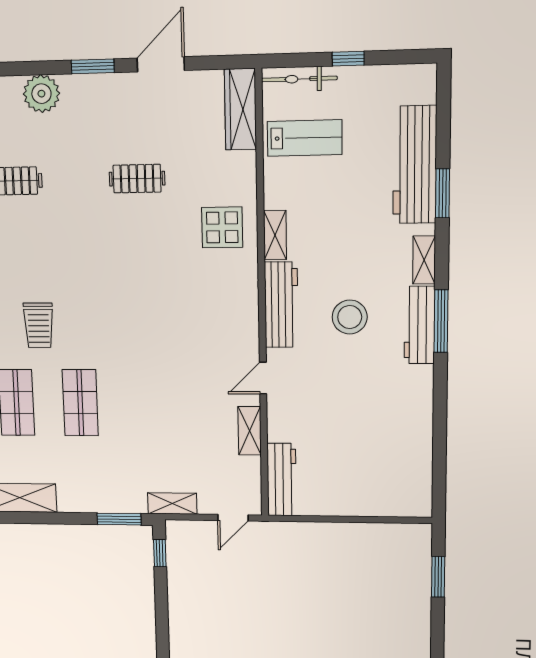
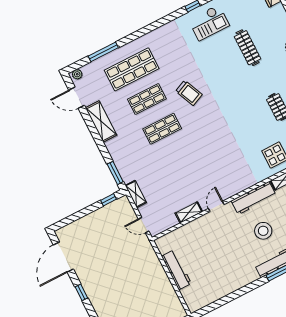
trolley: (39, 325) -> (189, 93), turned -114
door: (263, 378) -> (216, 206), hinge flipped
workbench: (282, 480) -> (176, 270), moved, turned -90

